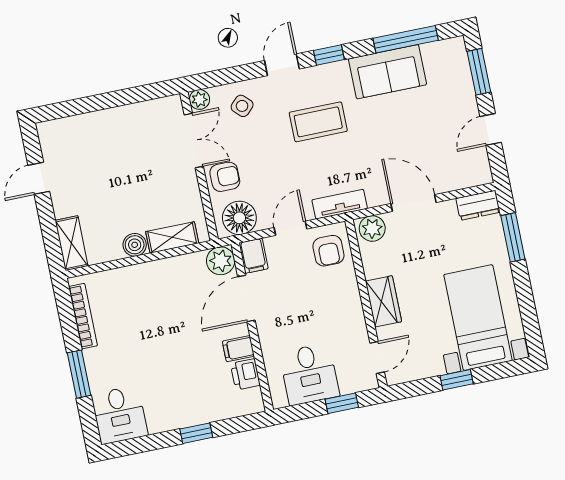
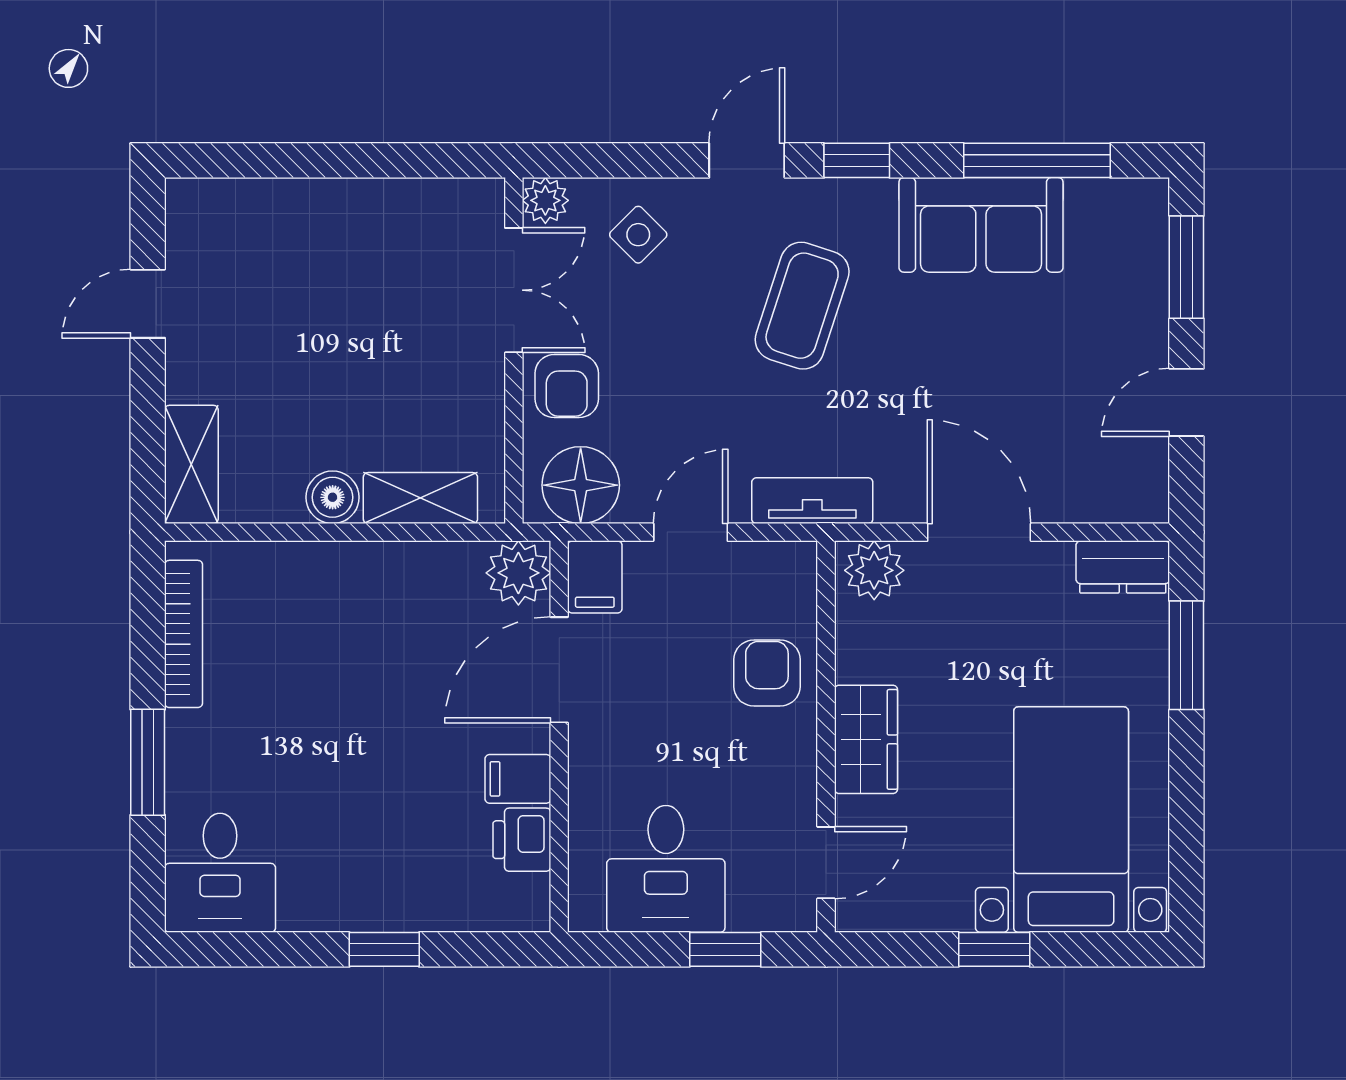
coffee table: (318, 122) -> (802, 306), turned -72
armchair: (225, 177) -> (567, 386), turned 90
armchair: (328, 251) -> (767, 673), moved, turned 180

